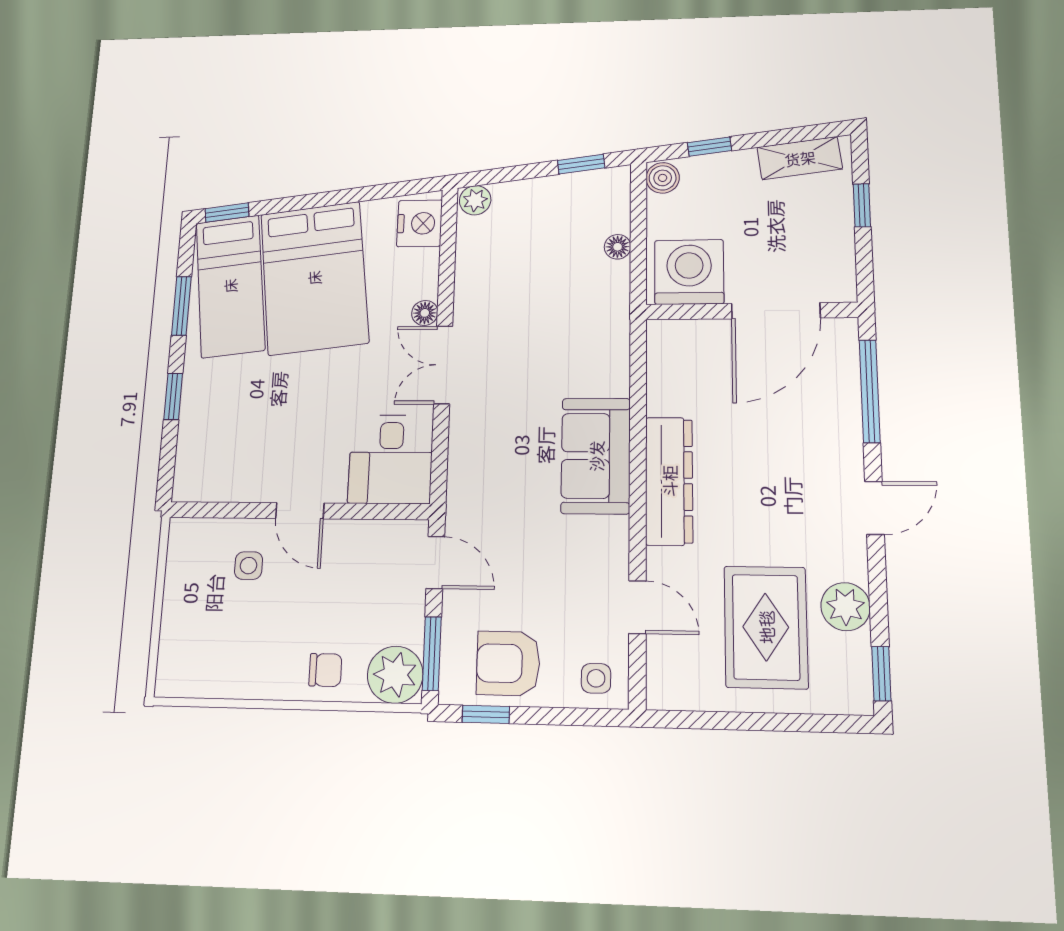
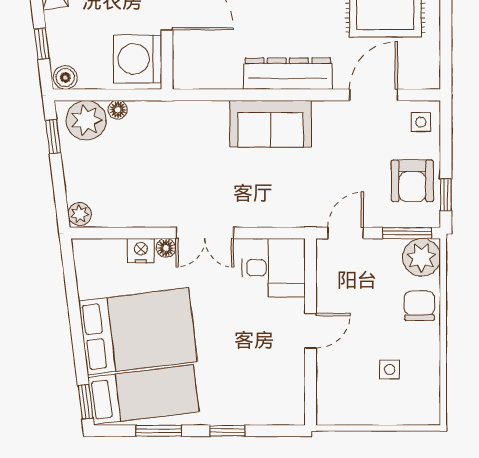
plant: (603, 206) -> (86, 120), added
nightstand: (420, 223) -> (141, 251), moved, width x0.74, depth x0.75
side table: (248, 566) -> (390, 369), moved
door: (637, 607) -> (374, 95), width x1.38
chair: (325, 670) -> (419, 306), width x1.37, depth x1.37

